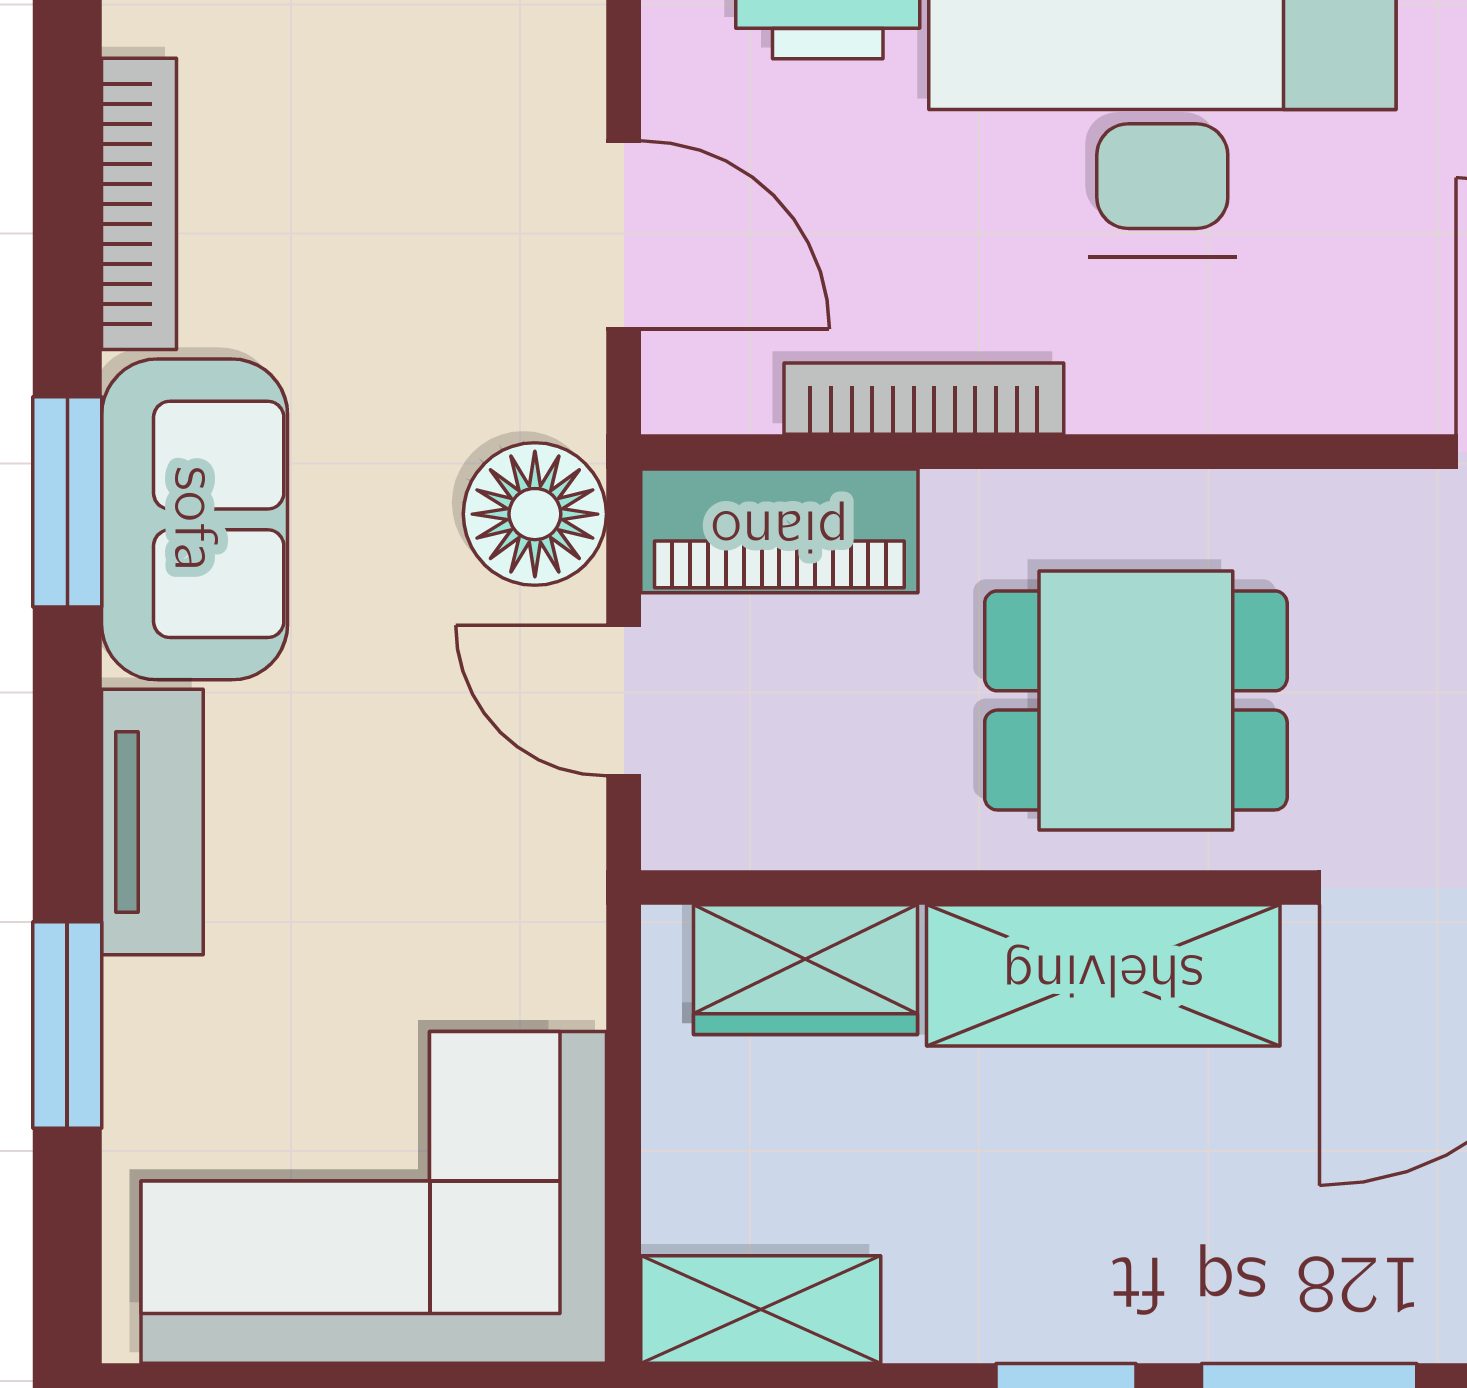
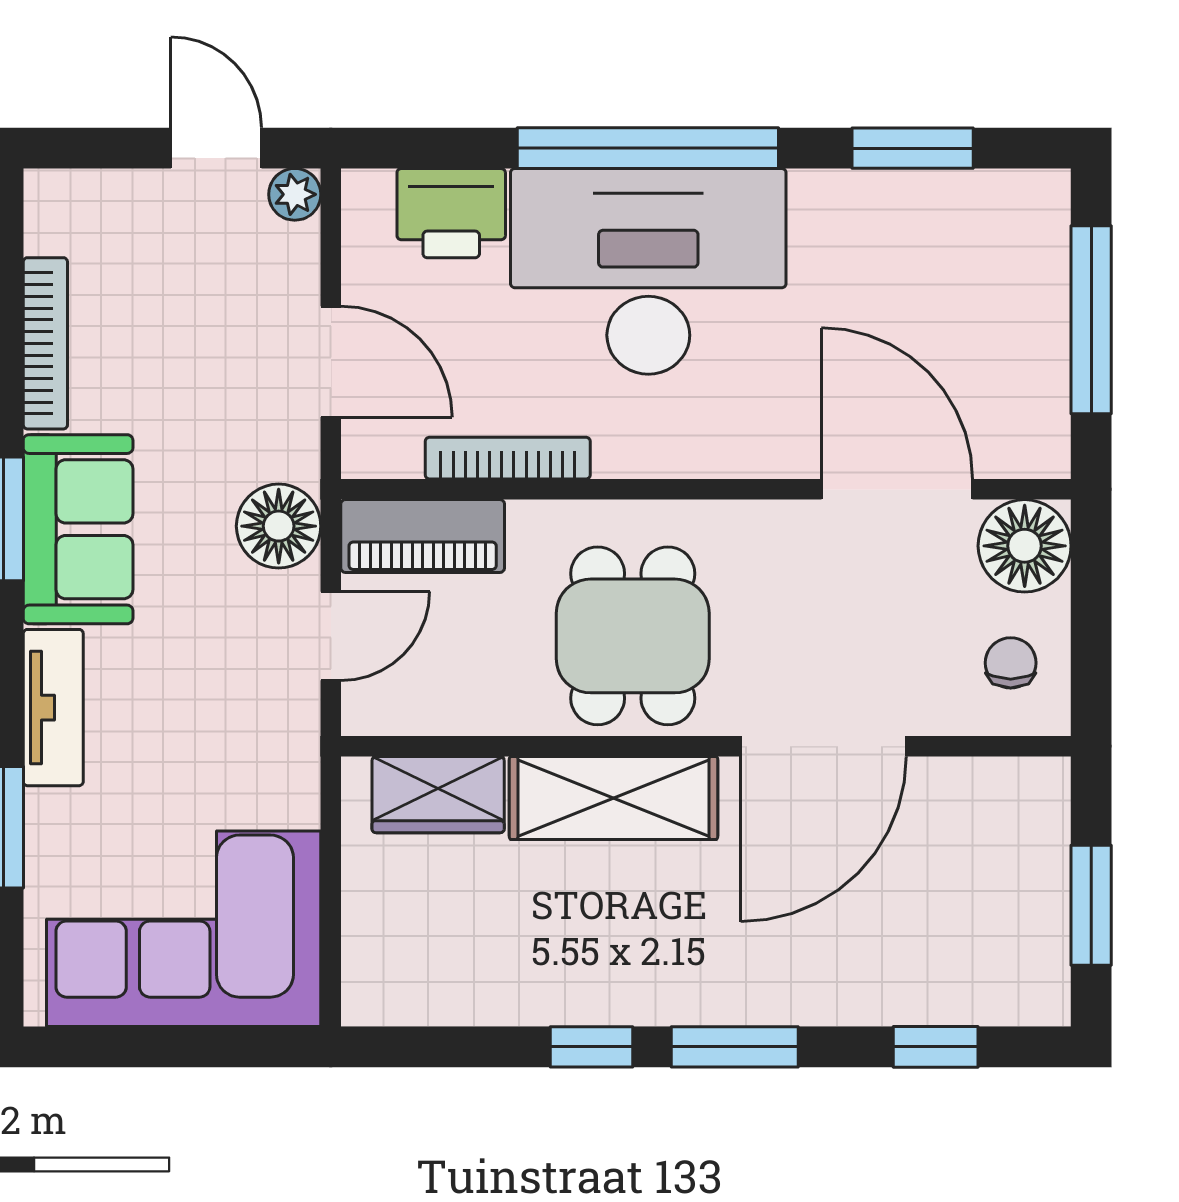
dining table: (1136, 700) -> (633, 636), turned 90
door: (624, 701) -> (331, 636), swing flipped
shelving: (761, 1310) -> (412, 995), removed

